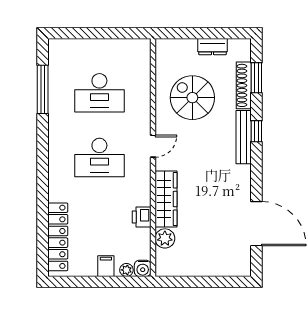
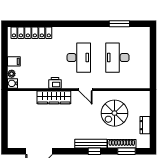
window: (43, 89) -> (119, 24), width x0.69
spiral stairs: (192, 98) -> (114, 113), turned 180
desk: (99, 157) -> (79, 58), turned 180
printer: (142, 217) -> (55, 83), moved
plant: (165, 238) -> (30, 97), removed

